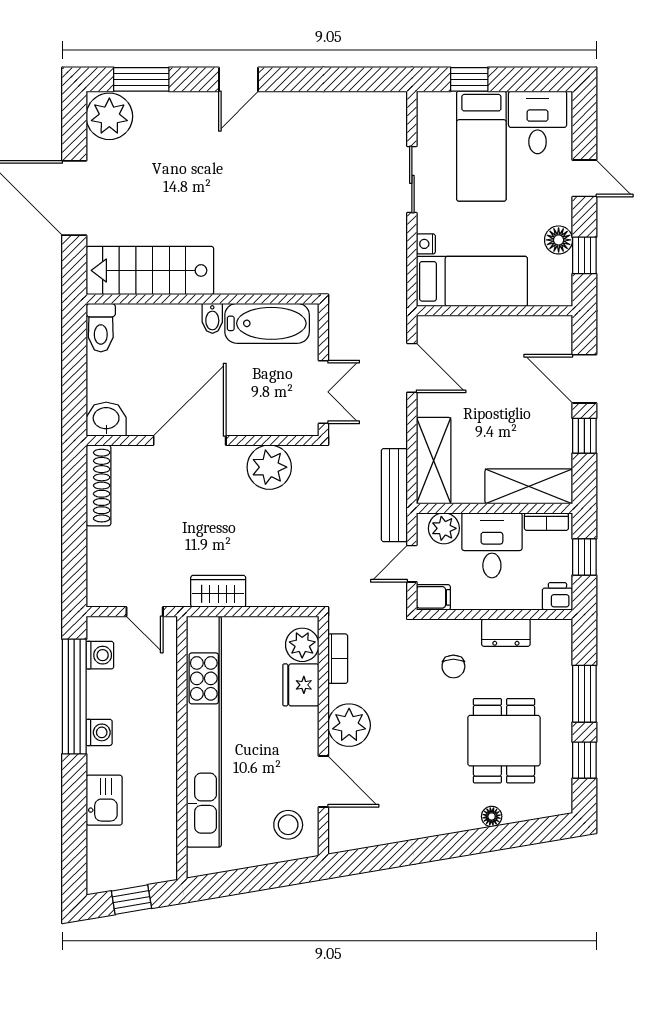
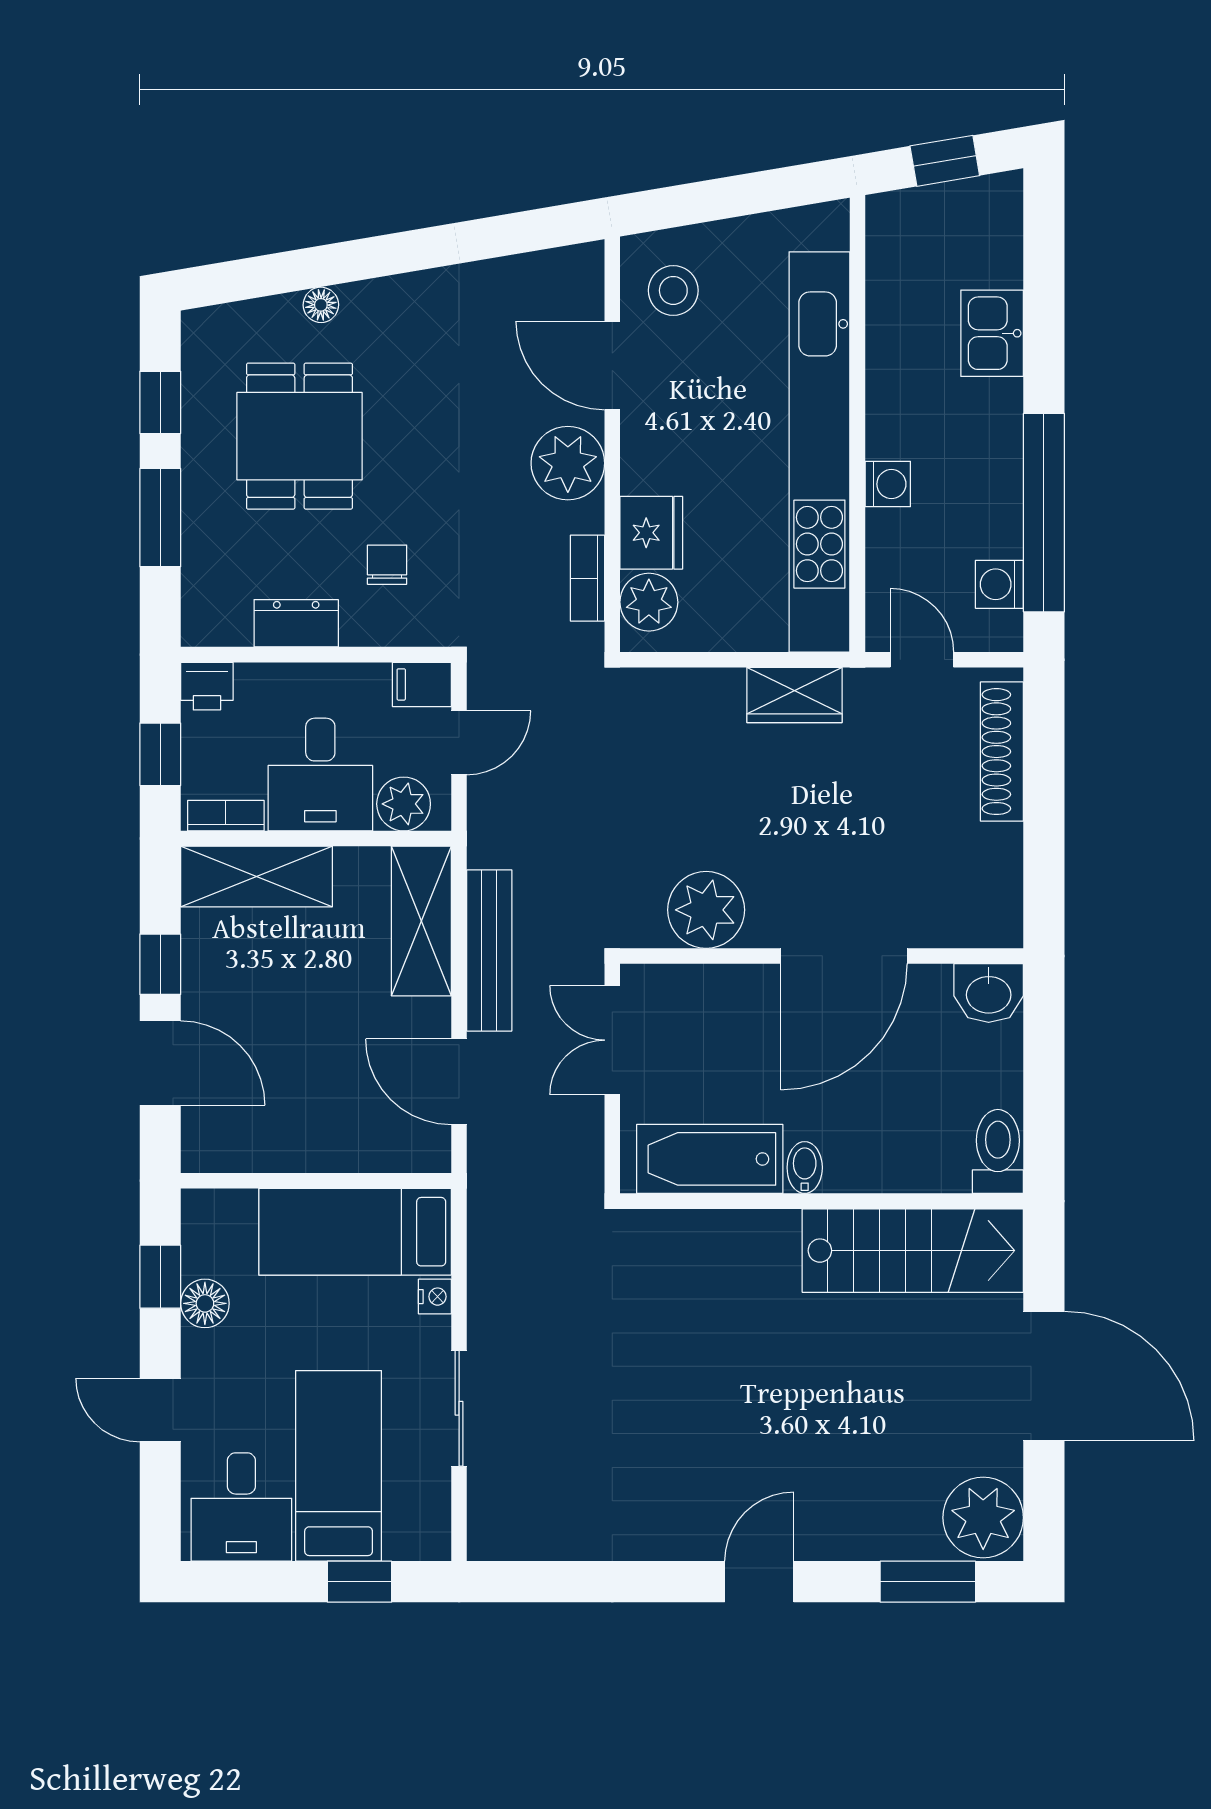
shoe rack: (98, 486) -> (1002, 752), moved
bench: (394, 495) -> (489, 950), moved
washing machine: (99, 732) -> (888, 484), moved, turned 180

